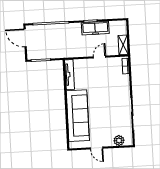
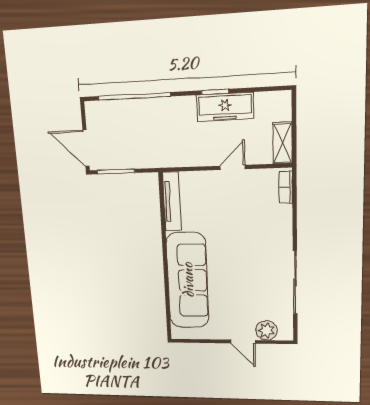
door: (25, 38) -> (86, 148), moved
door: (97, 148) -> (243, 342), moved

